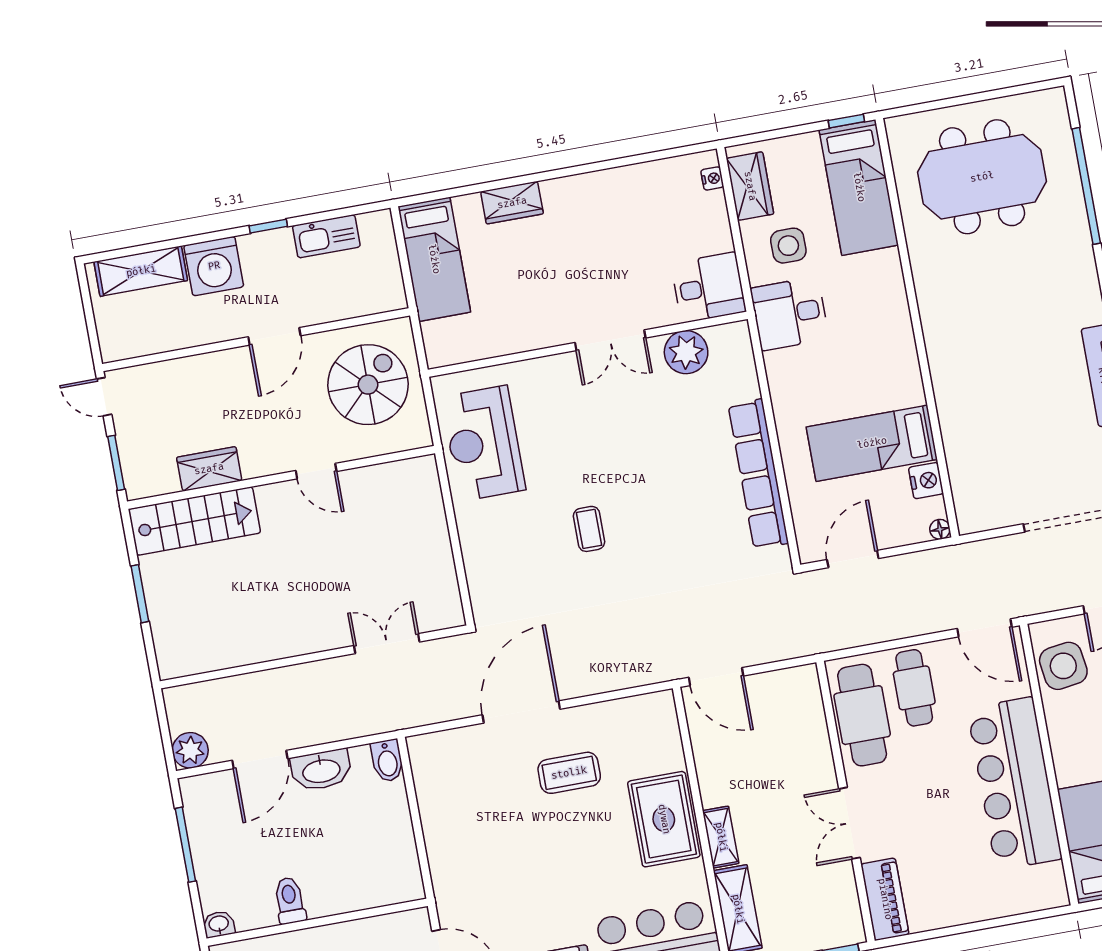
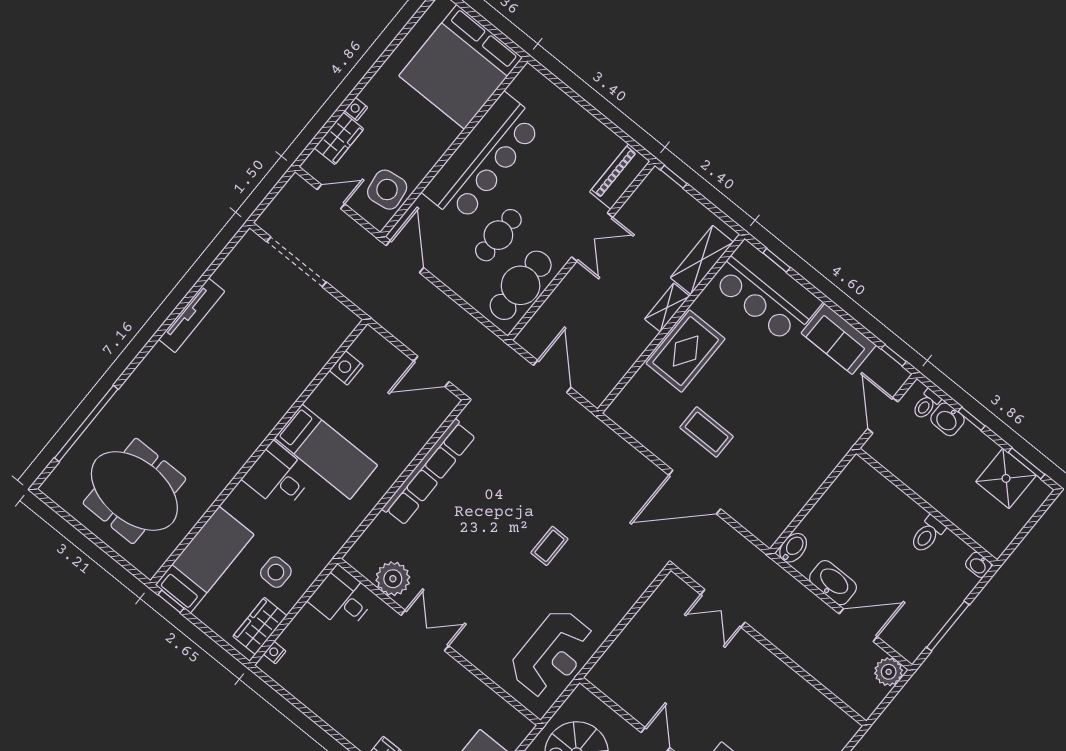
desk: (790, 314) -> (278, 477), moved, turned 180
bed: (872, 443) -> (326, 452), moved
floor lamp: (940, 529) -> (369, 334), removed
door: (716, 677) -> (552, 376), moved
cafe table: (914, 688) -> (498, 235), moved

